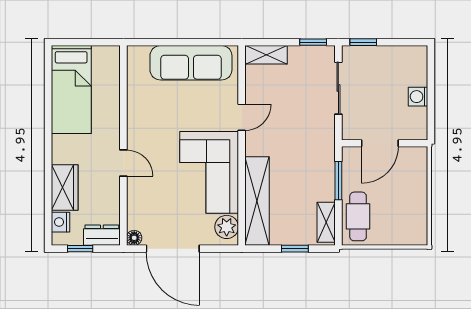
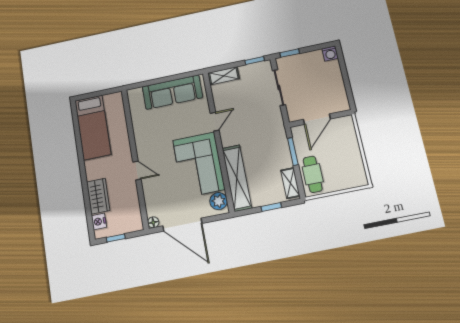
washing machine: (418, 97) -> (330, 53), moved, turned -90
dresser: (102, 235) -> (130, 225), removed

